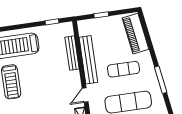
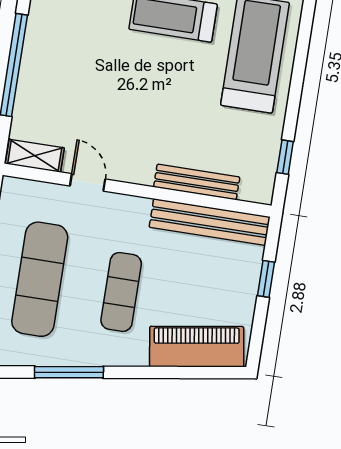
bench: (88, 60) -> (210, 222), moved

